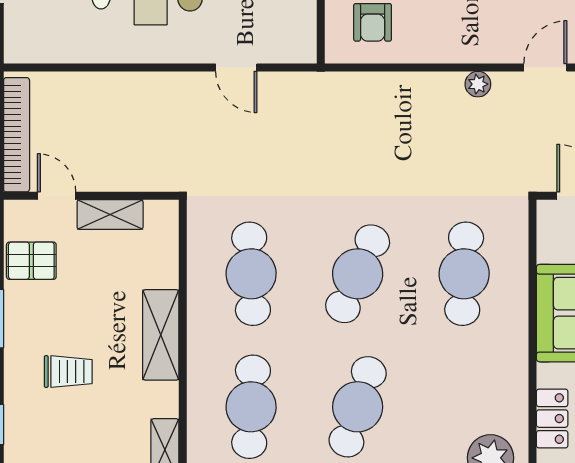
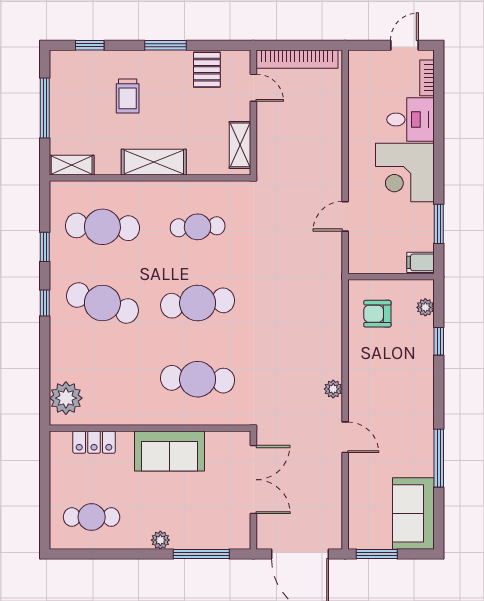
door: (57, 196) -> (253, 88), hinge flipped
shelving: (110, 215) -> (240, 145), moved
cafe table: (251, 274) -> (198, 227), width x0.73, depth x0.74
cafe table: (358, 274) -> (198, 303), turned -30

